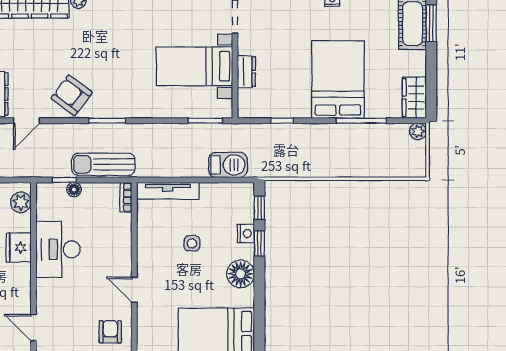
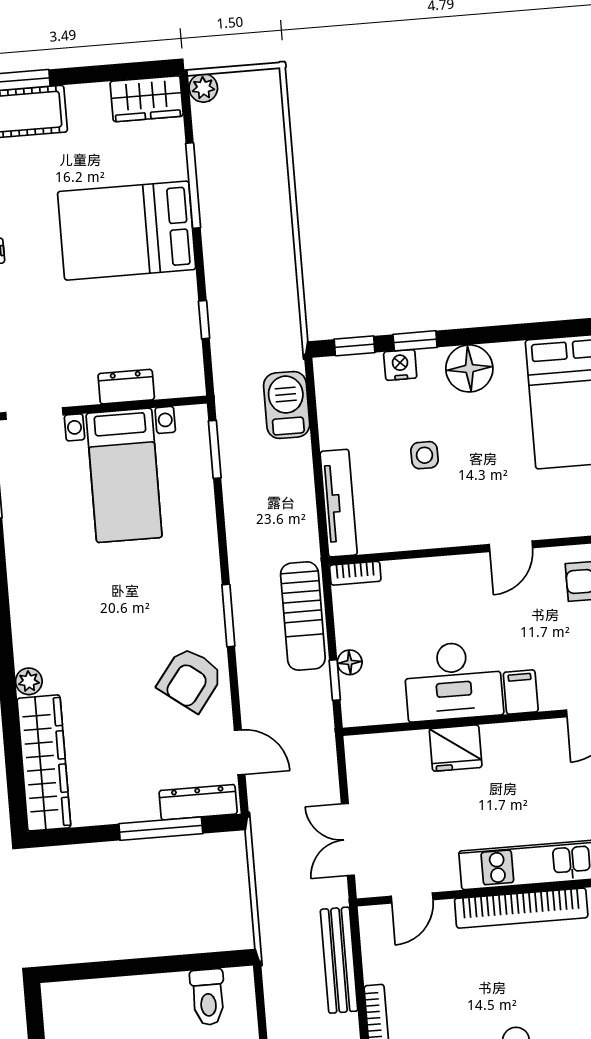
plant: (21, 202) -> (379, 751), removed
filing cabinet: (48, 288) -> (521, 692), added

